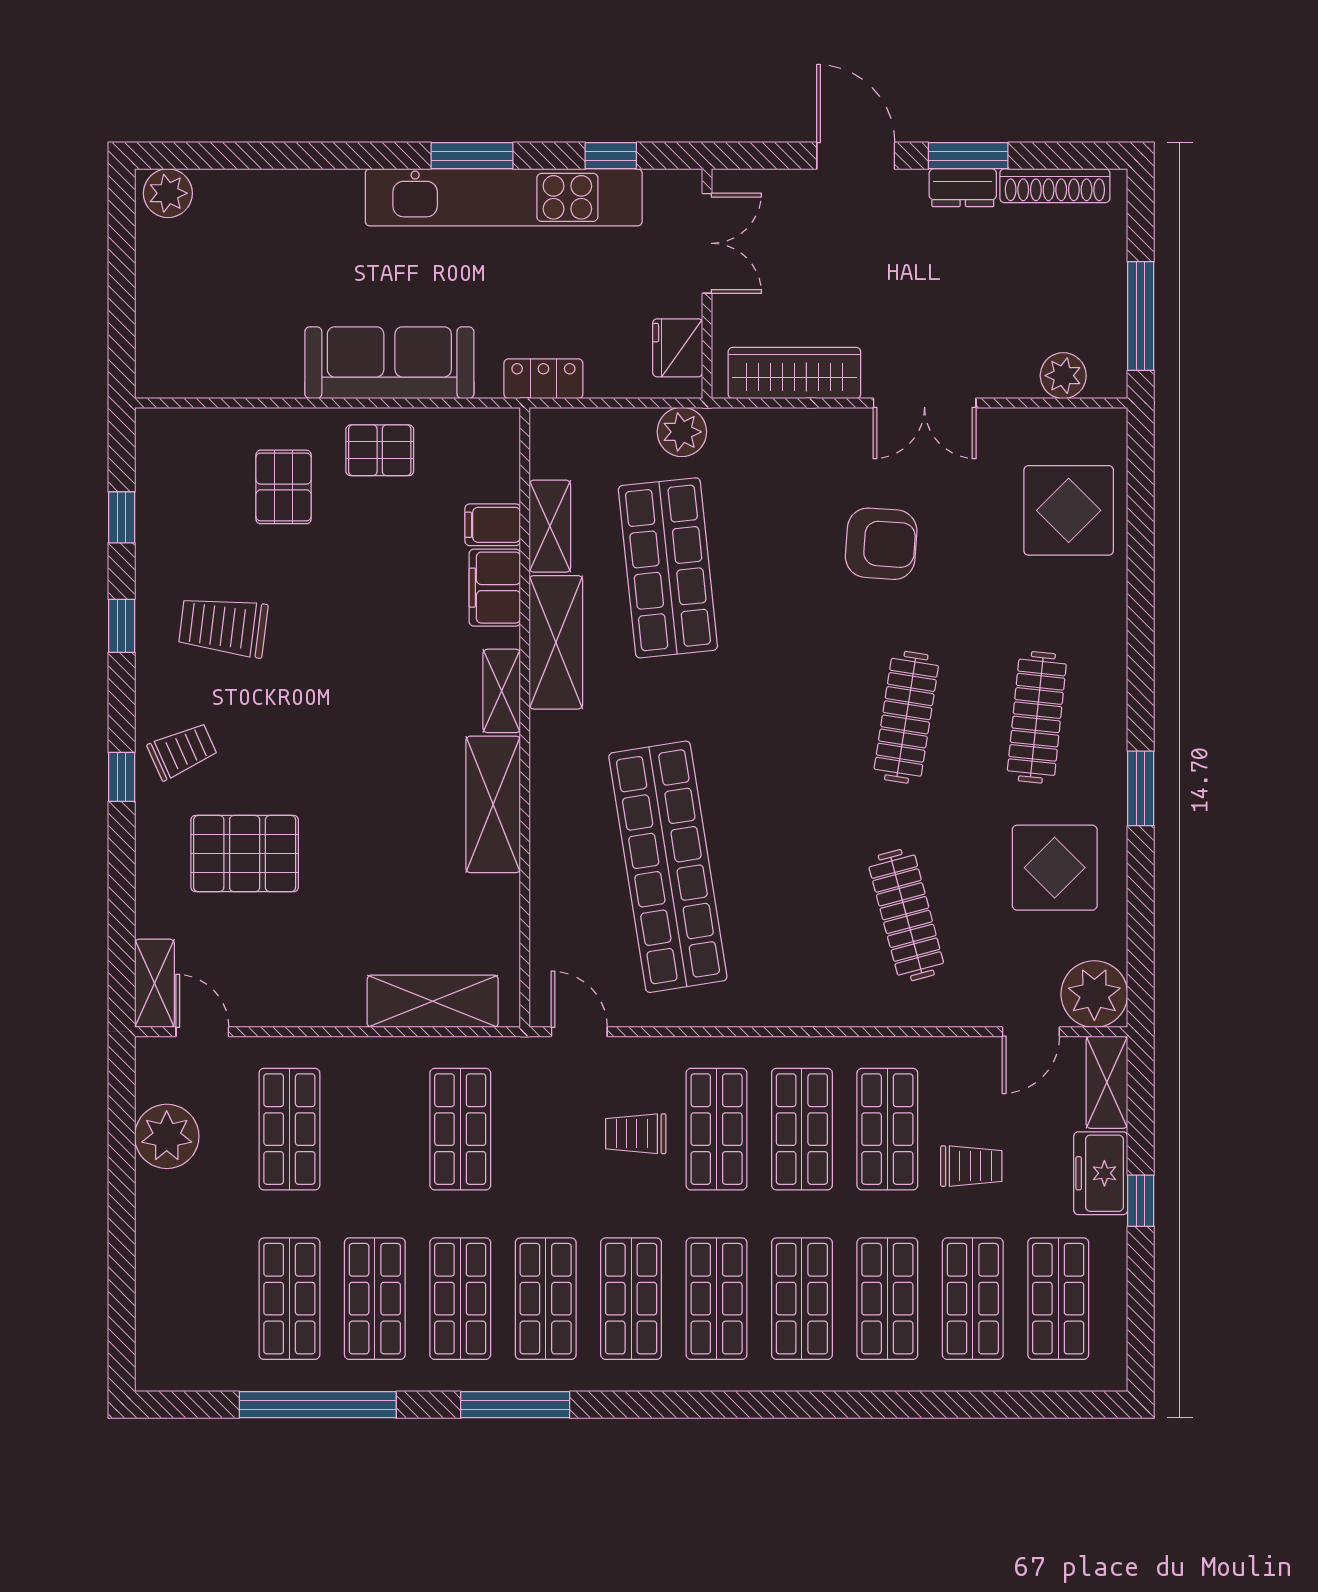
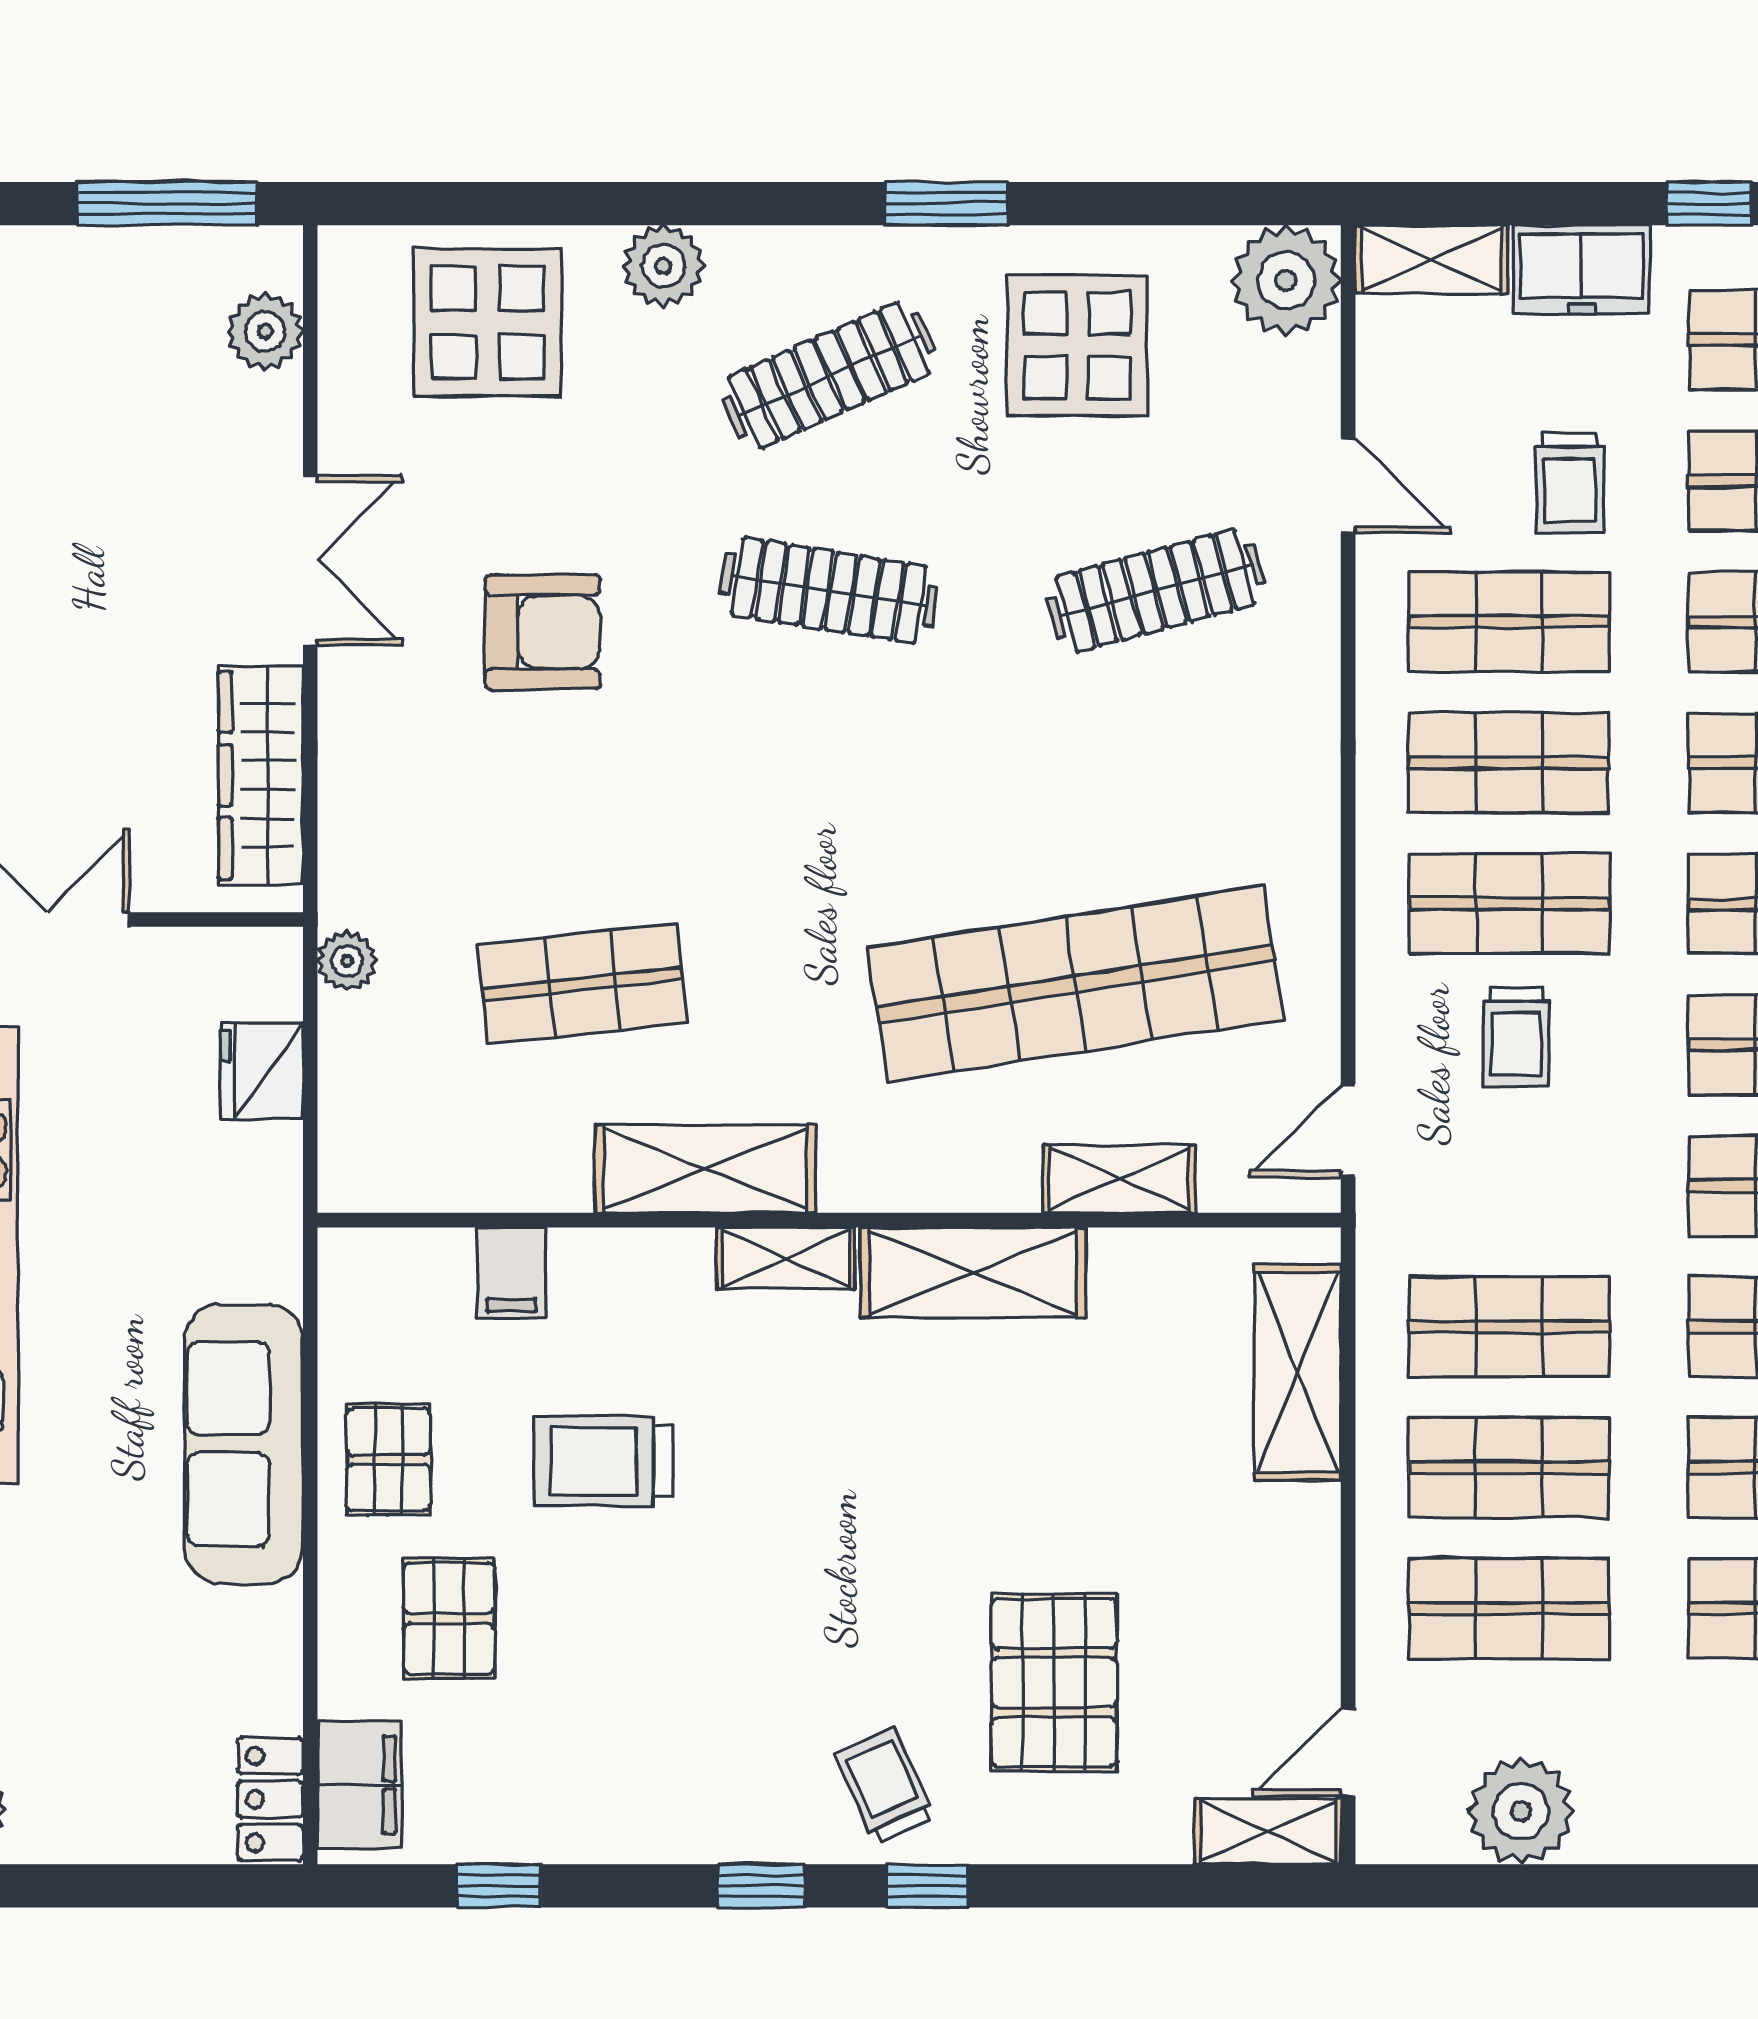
fridge: (678, 348) -> (262, 1071), moved, turned 90
locker: (543, 379) -> (270, 1799), moved
plant: (682, 432) -> (347, 961), width x0.73, depth x0.73
pallet: (284, 487) -> (449, 1618), turned 90
shelving: (550, 526) -> (1119, 1179), moved
armchair: (881, 544) -> (543, 632), turned 86
shop shelf: (668, 568) -> (582, 984), width x0.70, depth x0.74
filing cabinet: (495, 588) -> (360, 1785), moved, turned -90
plant: (1103, 617) -> (663, 266), added
window: (122, 626) -> (761, 1886), moved
trolley: (223, 626) -> (603, 1461), moved, turned 83
clothes rail: (1037, 717) -> (829, 375), turned -30
door: (1031, 1032) -> (1348, 486), moved
shop shelf: (375, 1129) -> (1509, 1468), added
trolley: (971, 1166) -> (1570, 483), turned 180
window: (1141, 1201) -> (1709, 204), moved

